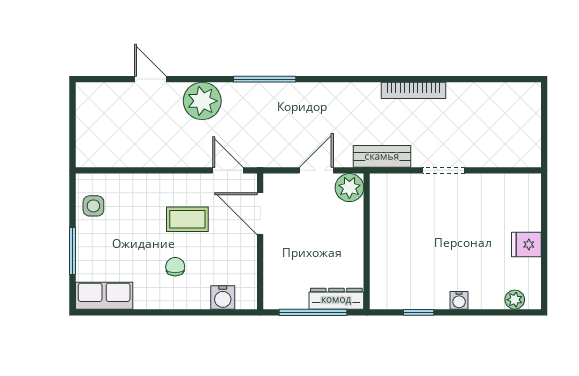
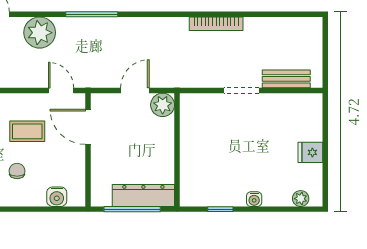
bench: (382, 156) -> (286, 79), moved
dresser: (336, 299) -> (143, 196), width x1.37, depth x1.24

